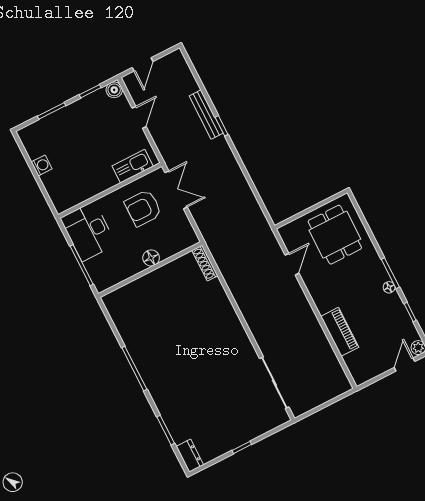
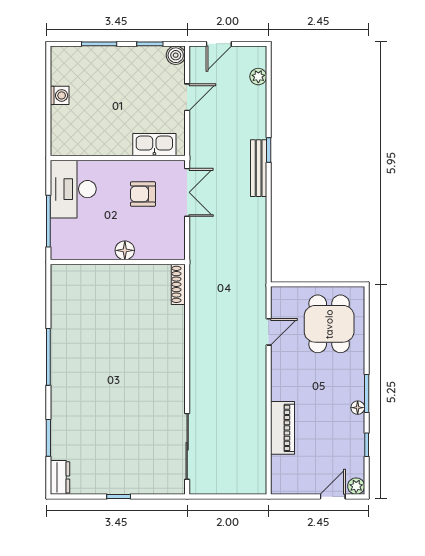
plant: (185, 74) -> (258, 77), added
bench: (206, 114) -> (259, 168), moved
armchair: (143, 208) -> (143, 194), width x0.72, depth x0.72

